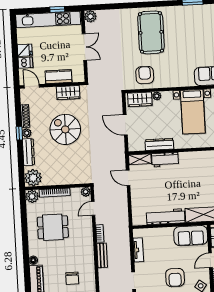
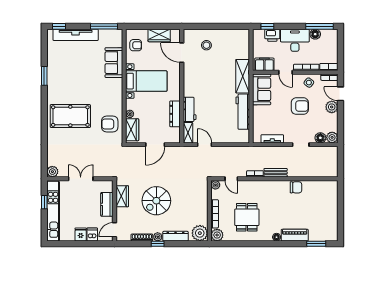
door: (128, 178) -> (205, 145), swing flipped
chair: (72, 278) -> (296, 187), moved

